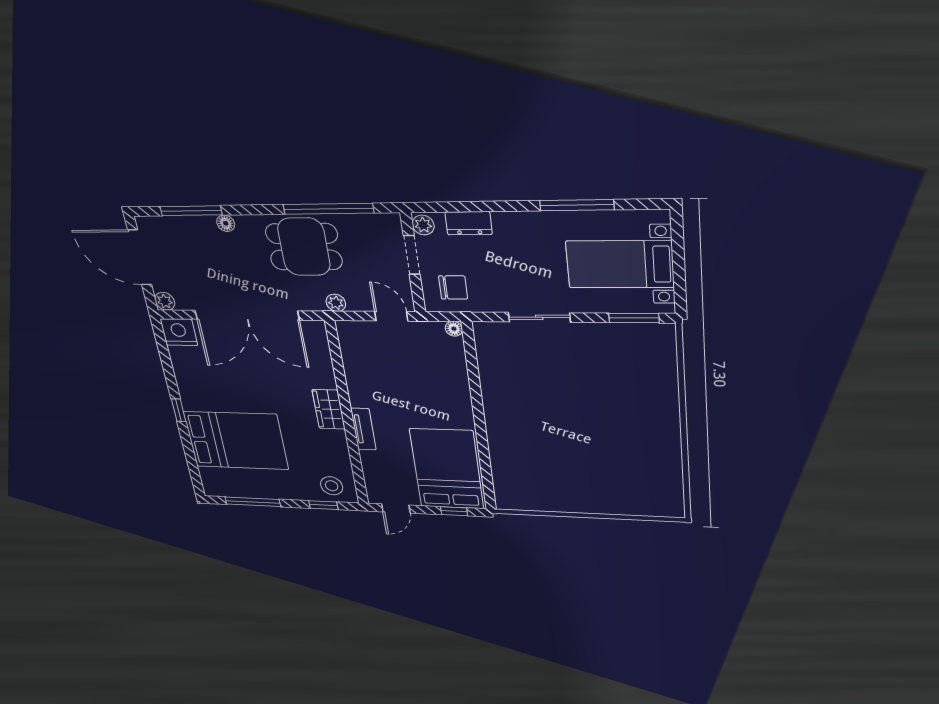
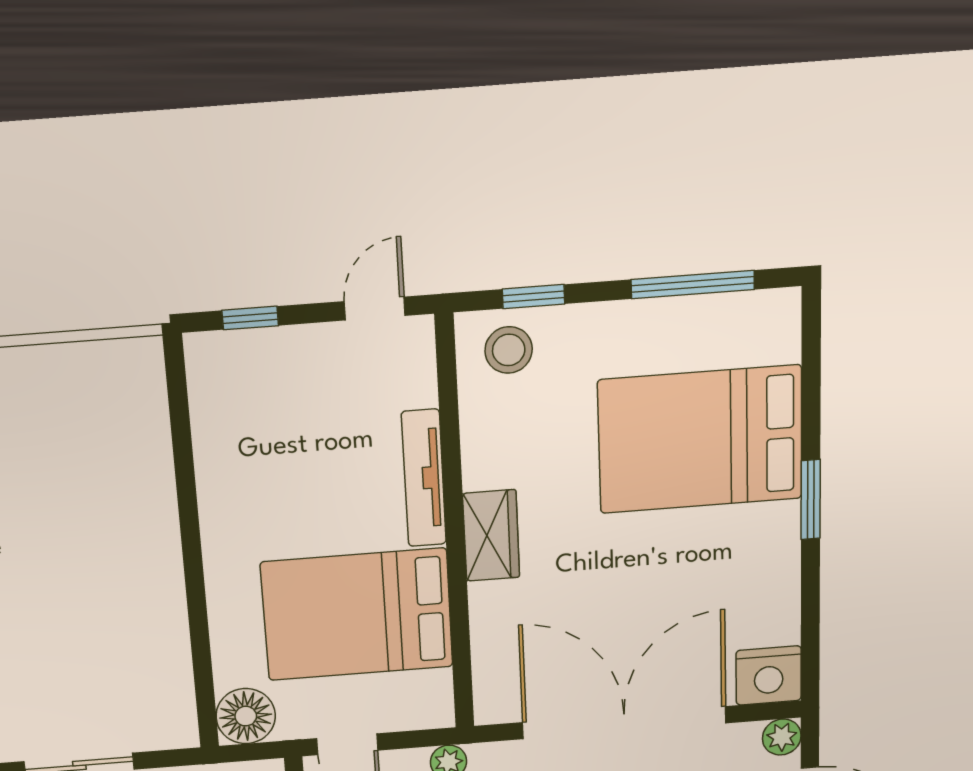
floor lamp: (454, 329) -> (246, 716), width x1.89, depth x1.89
window: (179, 410) -> (811, 500), width x1.50
tv unit: (363, 429) -> (424, 478), width x1.41
bed: (447, 469) -> (357, 614), moved, turned 90

